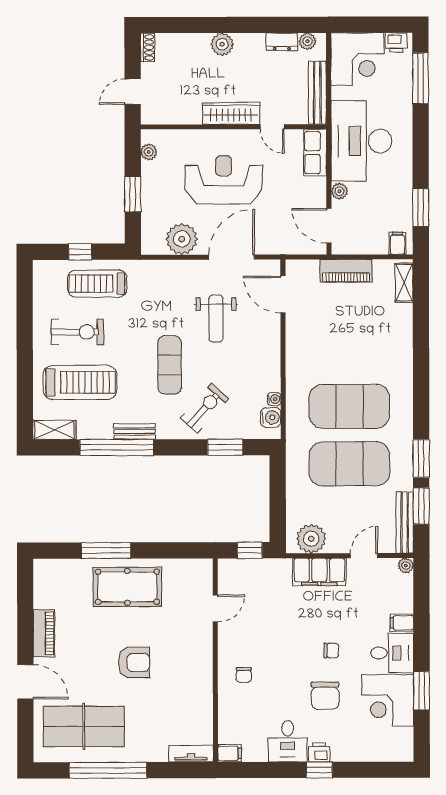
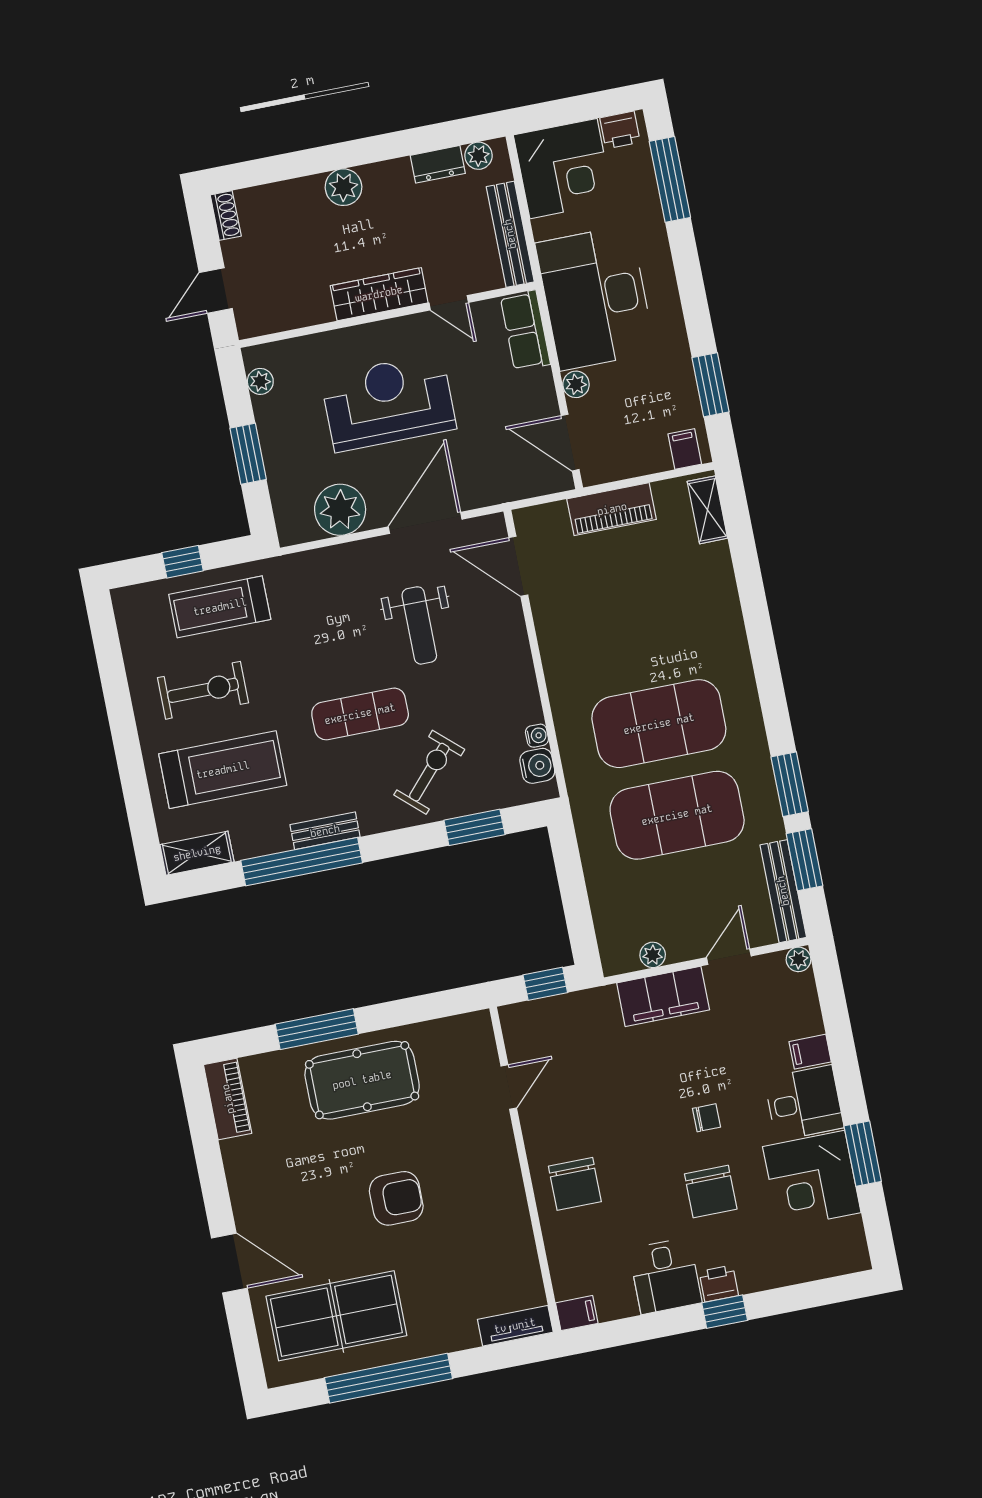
exercise mat: (170, 365) -> (360, 714), turned 90
plant: (311, 539) -> (653, 955), width x0.53, depth x0.53
piano: (44, 633) -> (228, 1099), moved
chair: (244, 675) -> (575, 1184), width x1.87, depth x1.87

